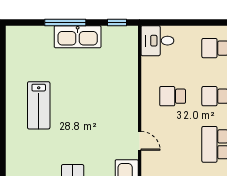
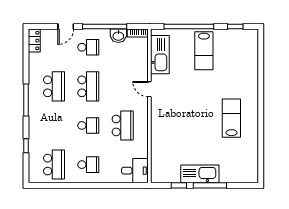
window: (117, 23) -> (179, 185), moved
school desk: (173, 96) -> (123, 125), width x1.85

